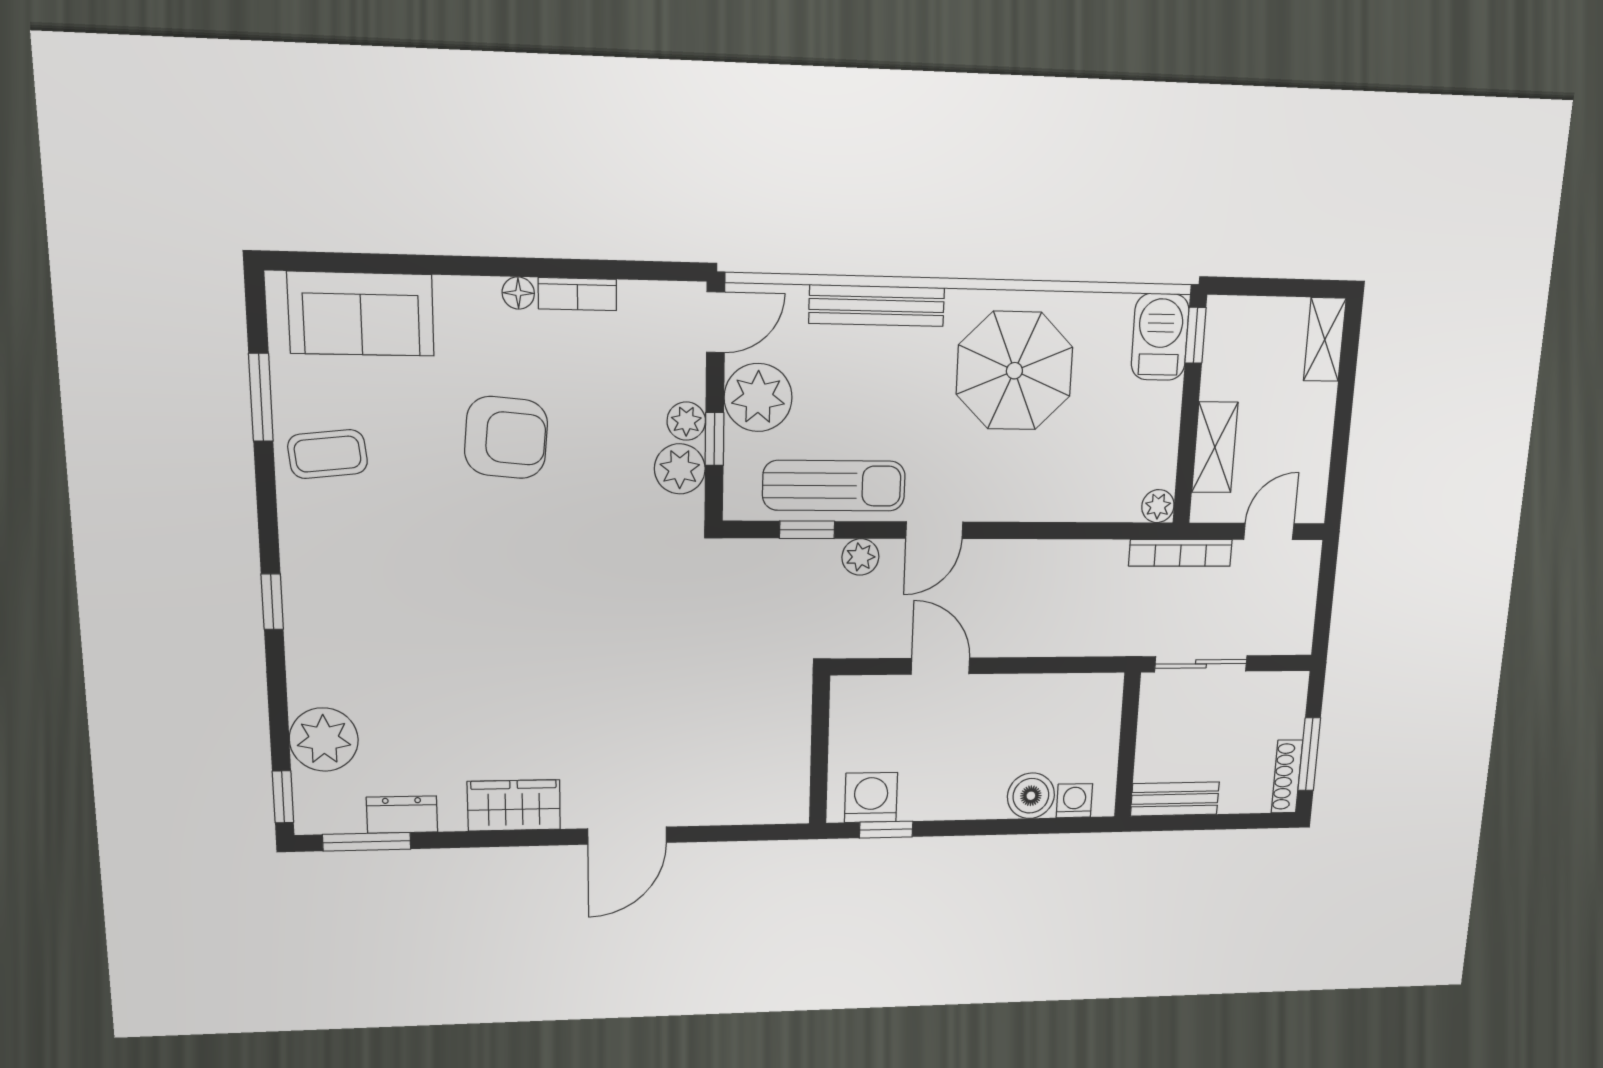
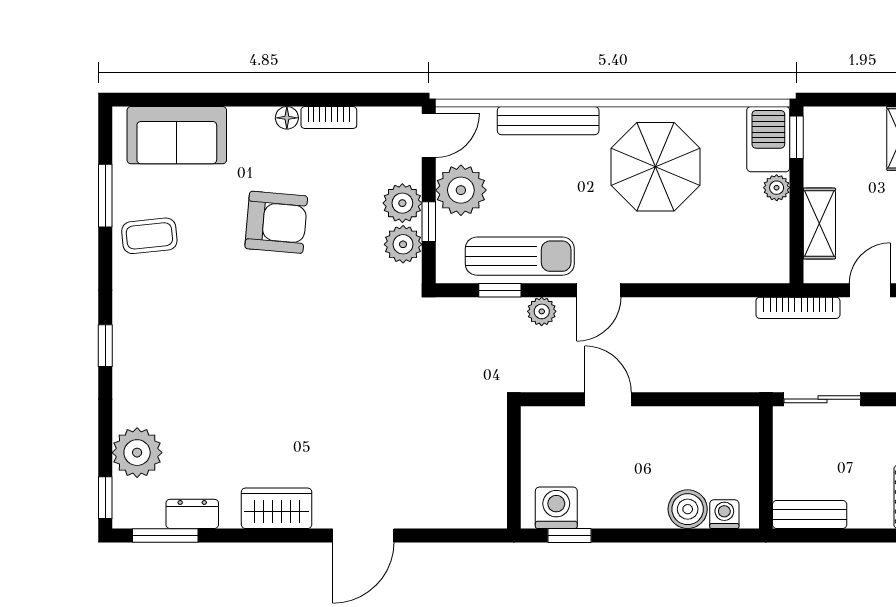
plant: (686, 421) -> (402, 203), width x1.38, depth x1.38
plant: (1158, 506) -> (777, 188), moved

